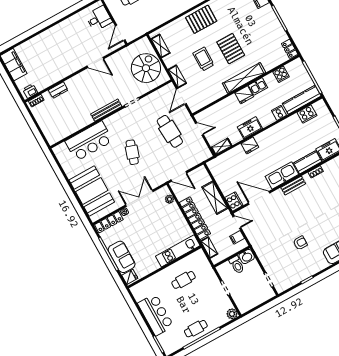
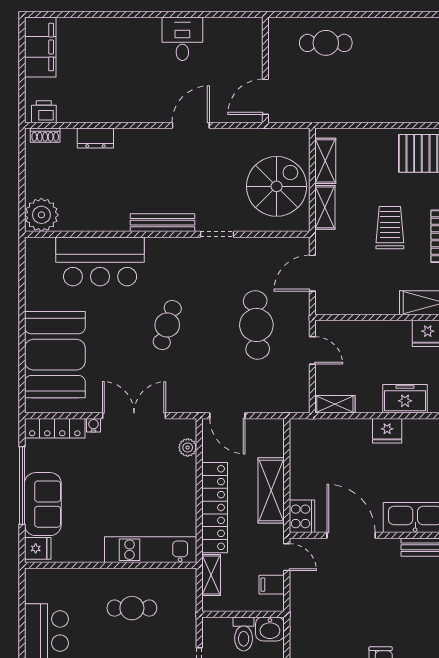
desk: (99, 18) -> (182, 39), moved, turned -90
door: (95, 62) -> (191, 125), swing flipped
shelving: (177, 76) -> (325, 207), moved
plant: (53, 135) -> (41, 215), added

